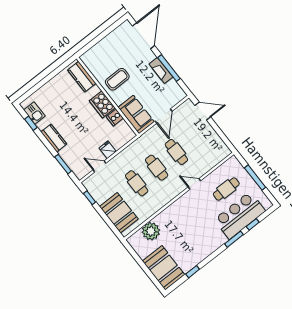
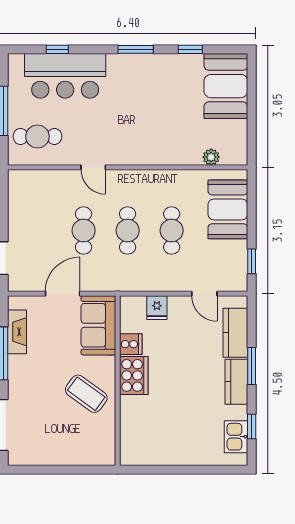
fireplace: (161, 70) -> (17, 332), moved
kitchen counter: (82, 77) -> (235, 333), moved, turned 180
coffee table: (117, 79) -> (86, 394), turned 36
fridge: (108, 150) -> (157, 308), moved
window: (63, 164) -> (252, 366), moved
cafe table: (226, 189) -> (37, 136), moved
plant: (151, 231) -> (211, 157), width x0.53, depth x0.53
window: (234, 239) -> (136, 49), moved

